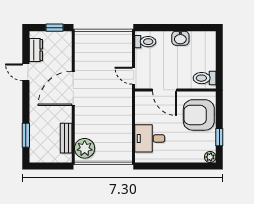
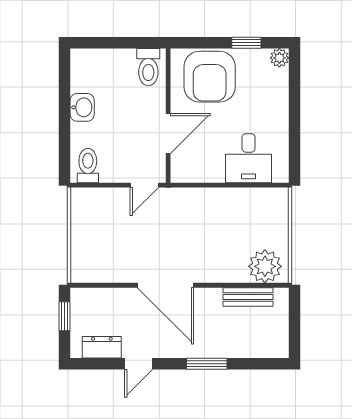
window: (26, 135) -> (207, 364), moved

